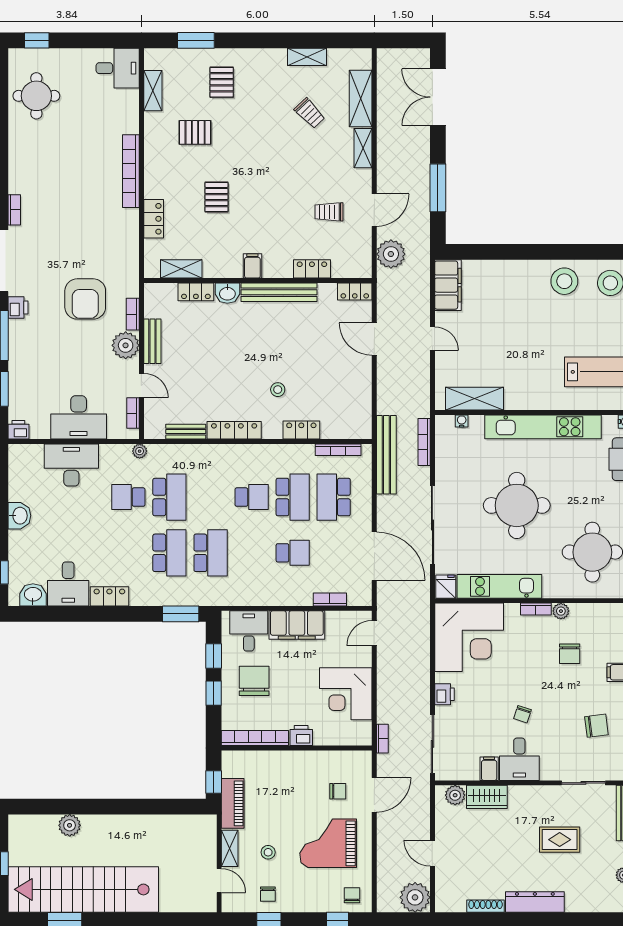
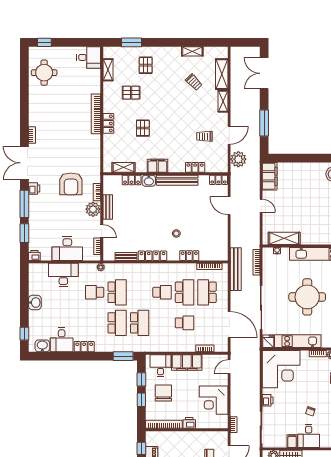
locker: (154, 219) -> (108, 123), moved
filing cabinet: (252, 266) -> (157, 166), width x2.00

